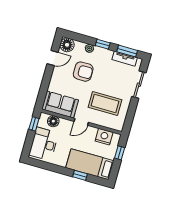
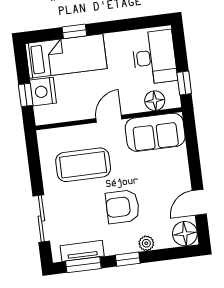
armchair: (83, 72) -> (123, 207), moved
nightstand: (104, 137) -> (43, 92), moved, turned 90

